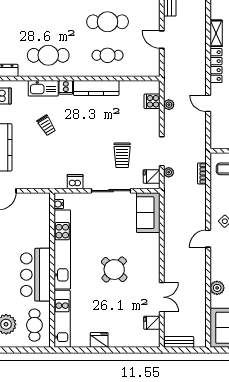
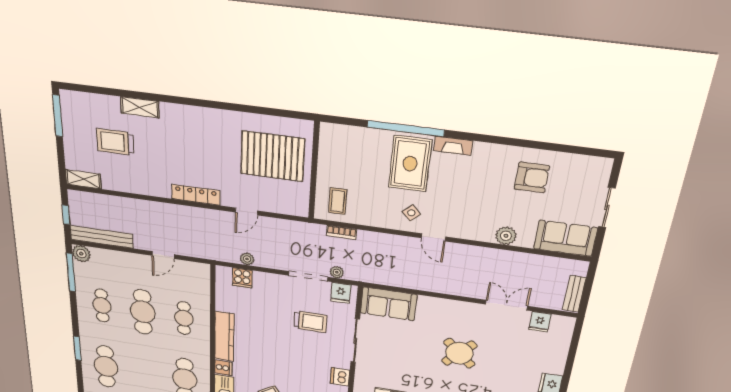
shelving: (216, 33) -> (153, 189), removed

